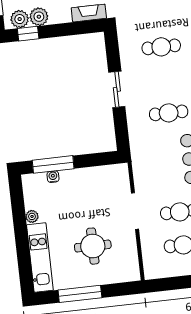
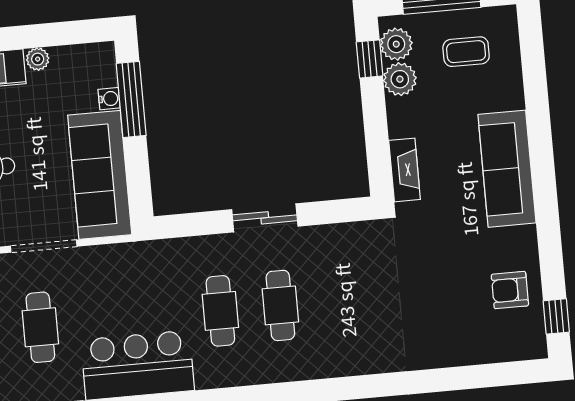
cafe table: (161, 47) -> (280, 305), moved
sofa: (95, 181) -> (100, 175), added

